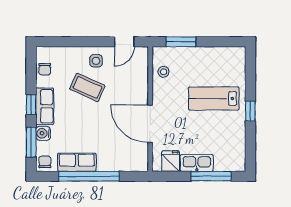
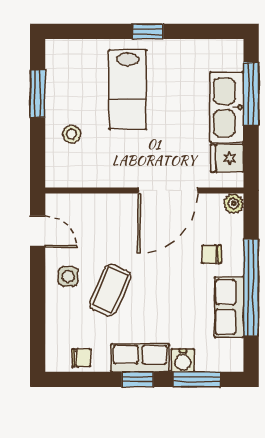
window: (181, 42) -> (38, 94), moved
stool: (164, 72) -> (72, 134), moved
chair: (45, 162) -> (212, 254), moved
kitchen sink: (197, 163) -> (227, 107), width x1.36, depth x1.24
plant: (142, 165) -> (234, 203), added

